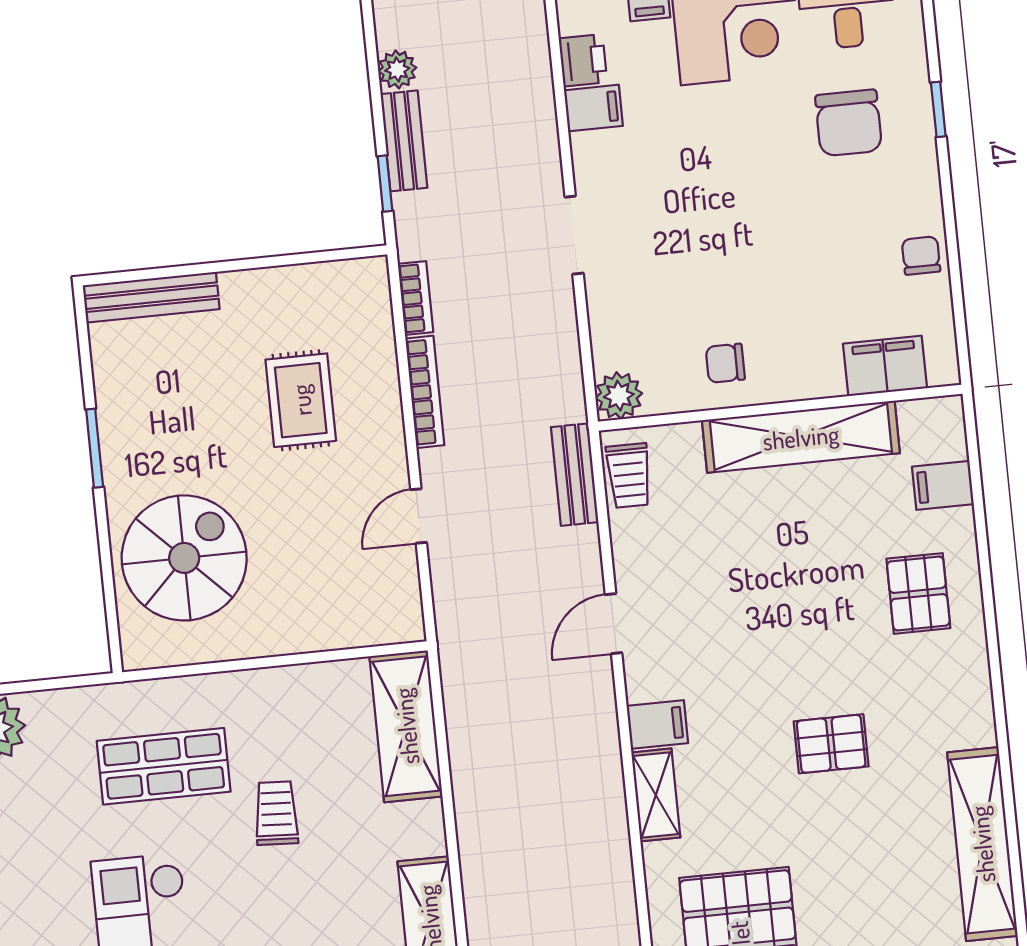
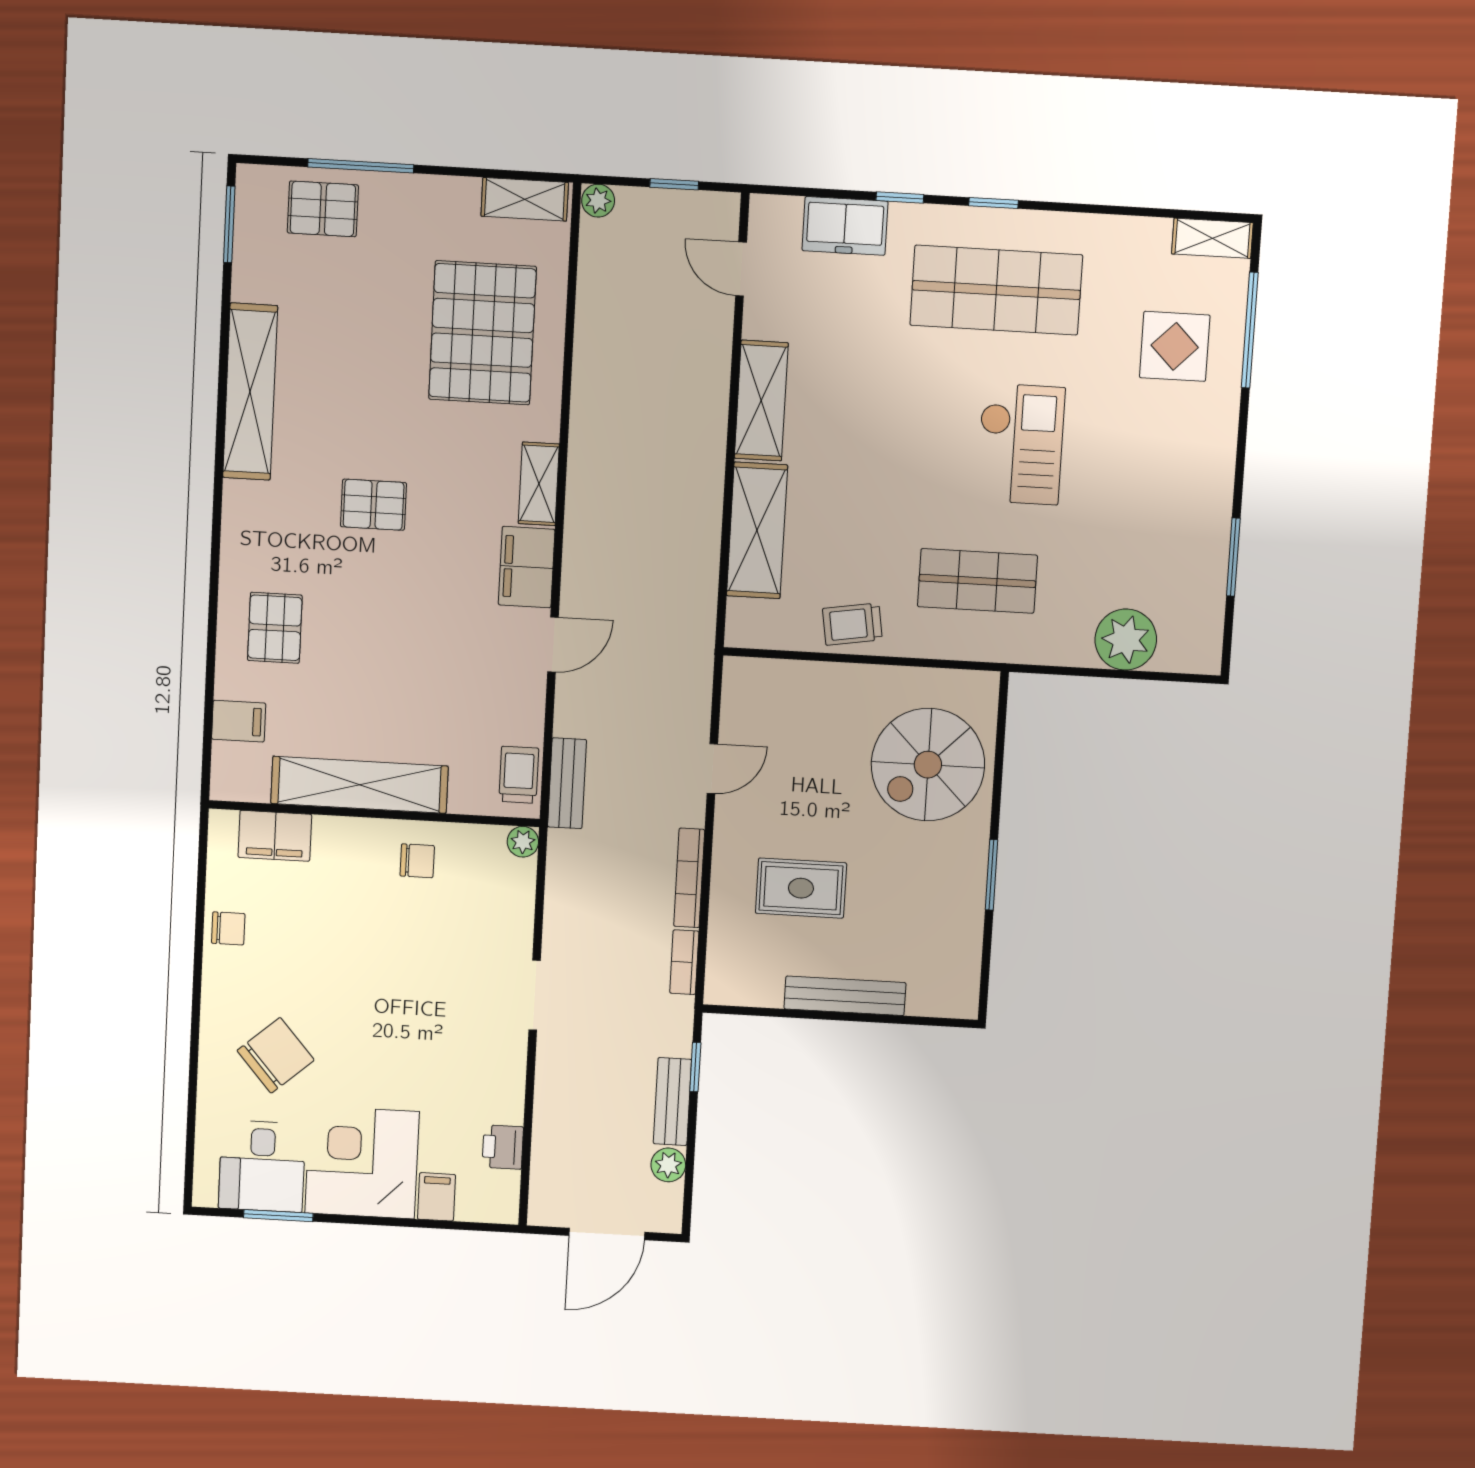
filing cabinet: (593, 108) -> (500, 1104), removed
window: (938, 109) -> (194, 1055), removed
chair: (849, 123) -> (276, 1055), turned 49
chair: (921, 256) -> (228, 928), turned -90
bench: (151, 297) -> (845, 996), moved
plant: (619, 396) -> (523, 842), width x0.73, depth x0.73
rug: (301, 400) -> (801, 888), turned 90
filing cabinet: (657, 724) -> (527, 567), width x2.00
shelving: (406, 726) -> (757, 530), moved
trolley: (276, 813) -> (852, 624), moved, turned 78

